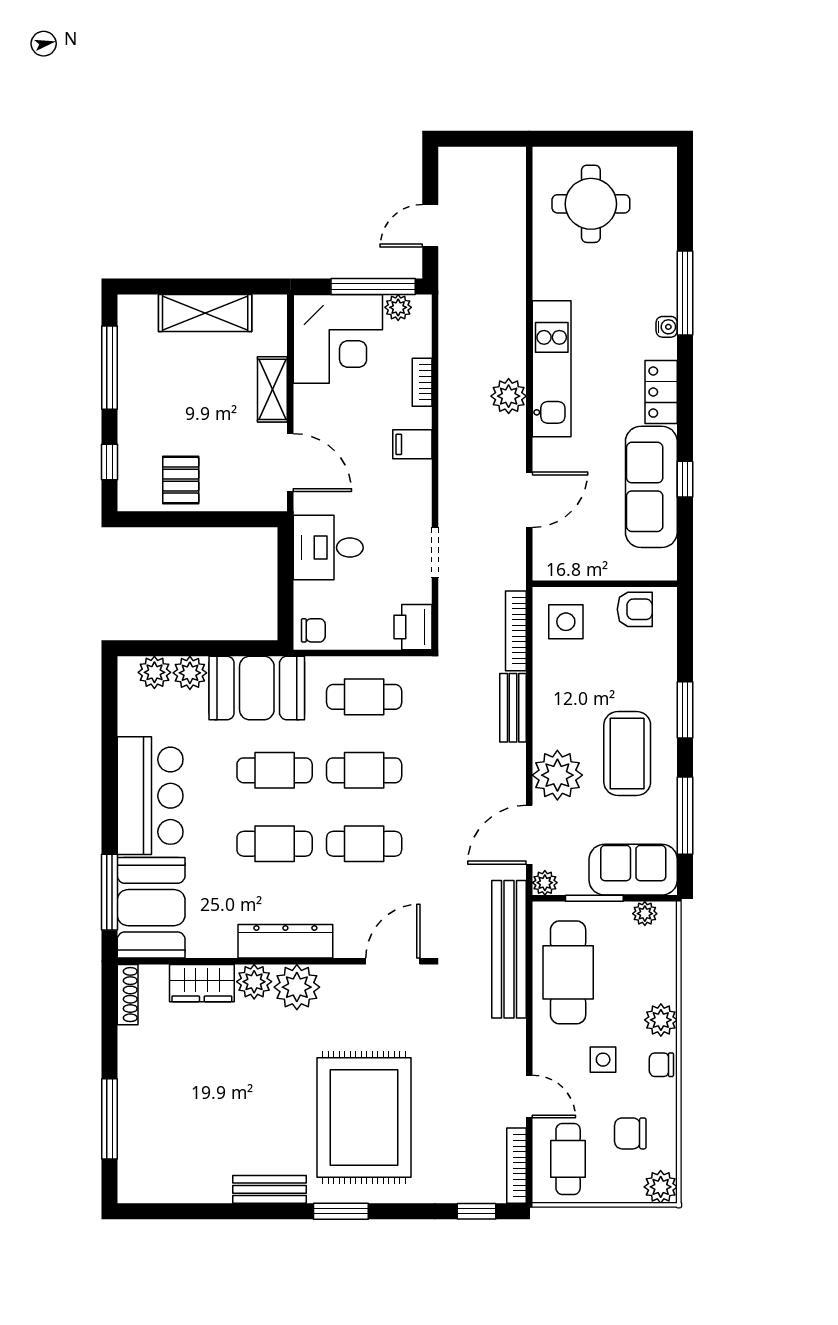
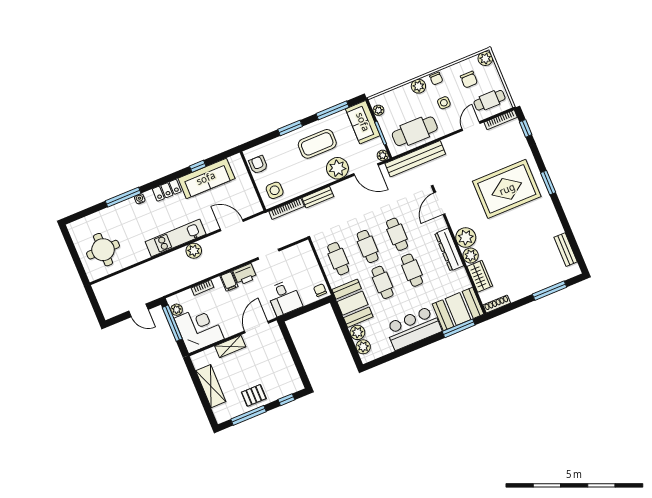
pallet: (181, 480) -> (254, 395), moved
printer: (413, 627) -> (245, 274), moved
door: (393, 961) -> (439, 203), hinge flipped
bench: (269, 1189) -> (566, 250), moved

